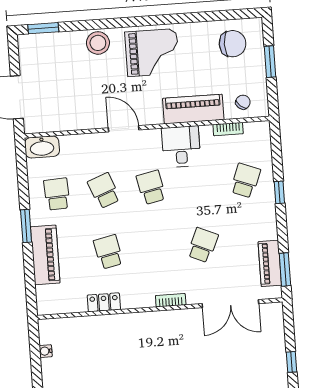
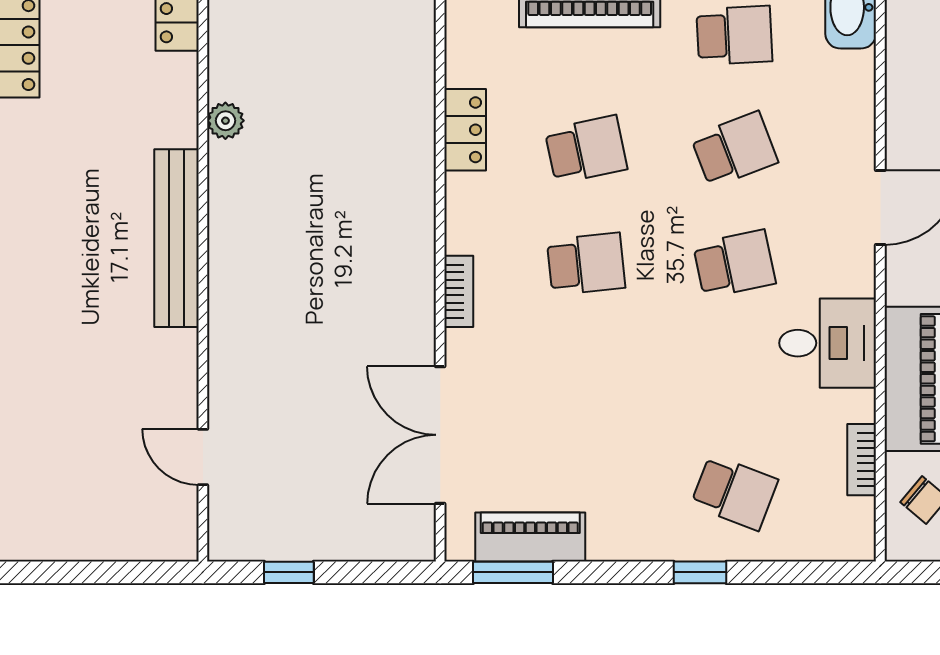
school desk: (203, 245) -> (586, 264), moved, turned -30

